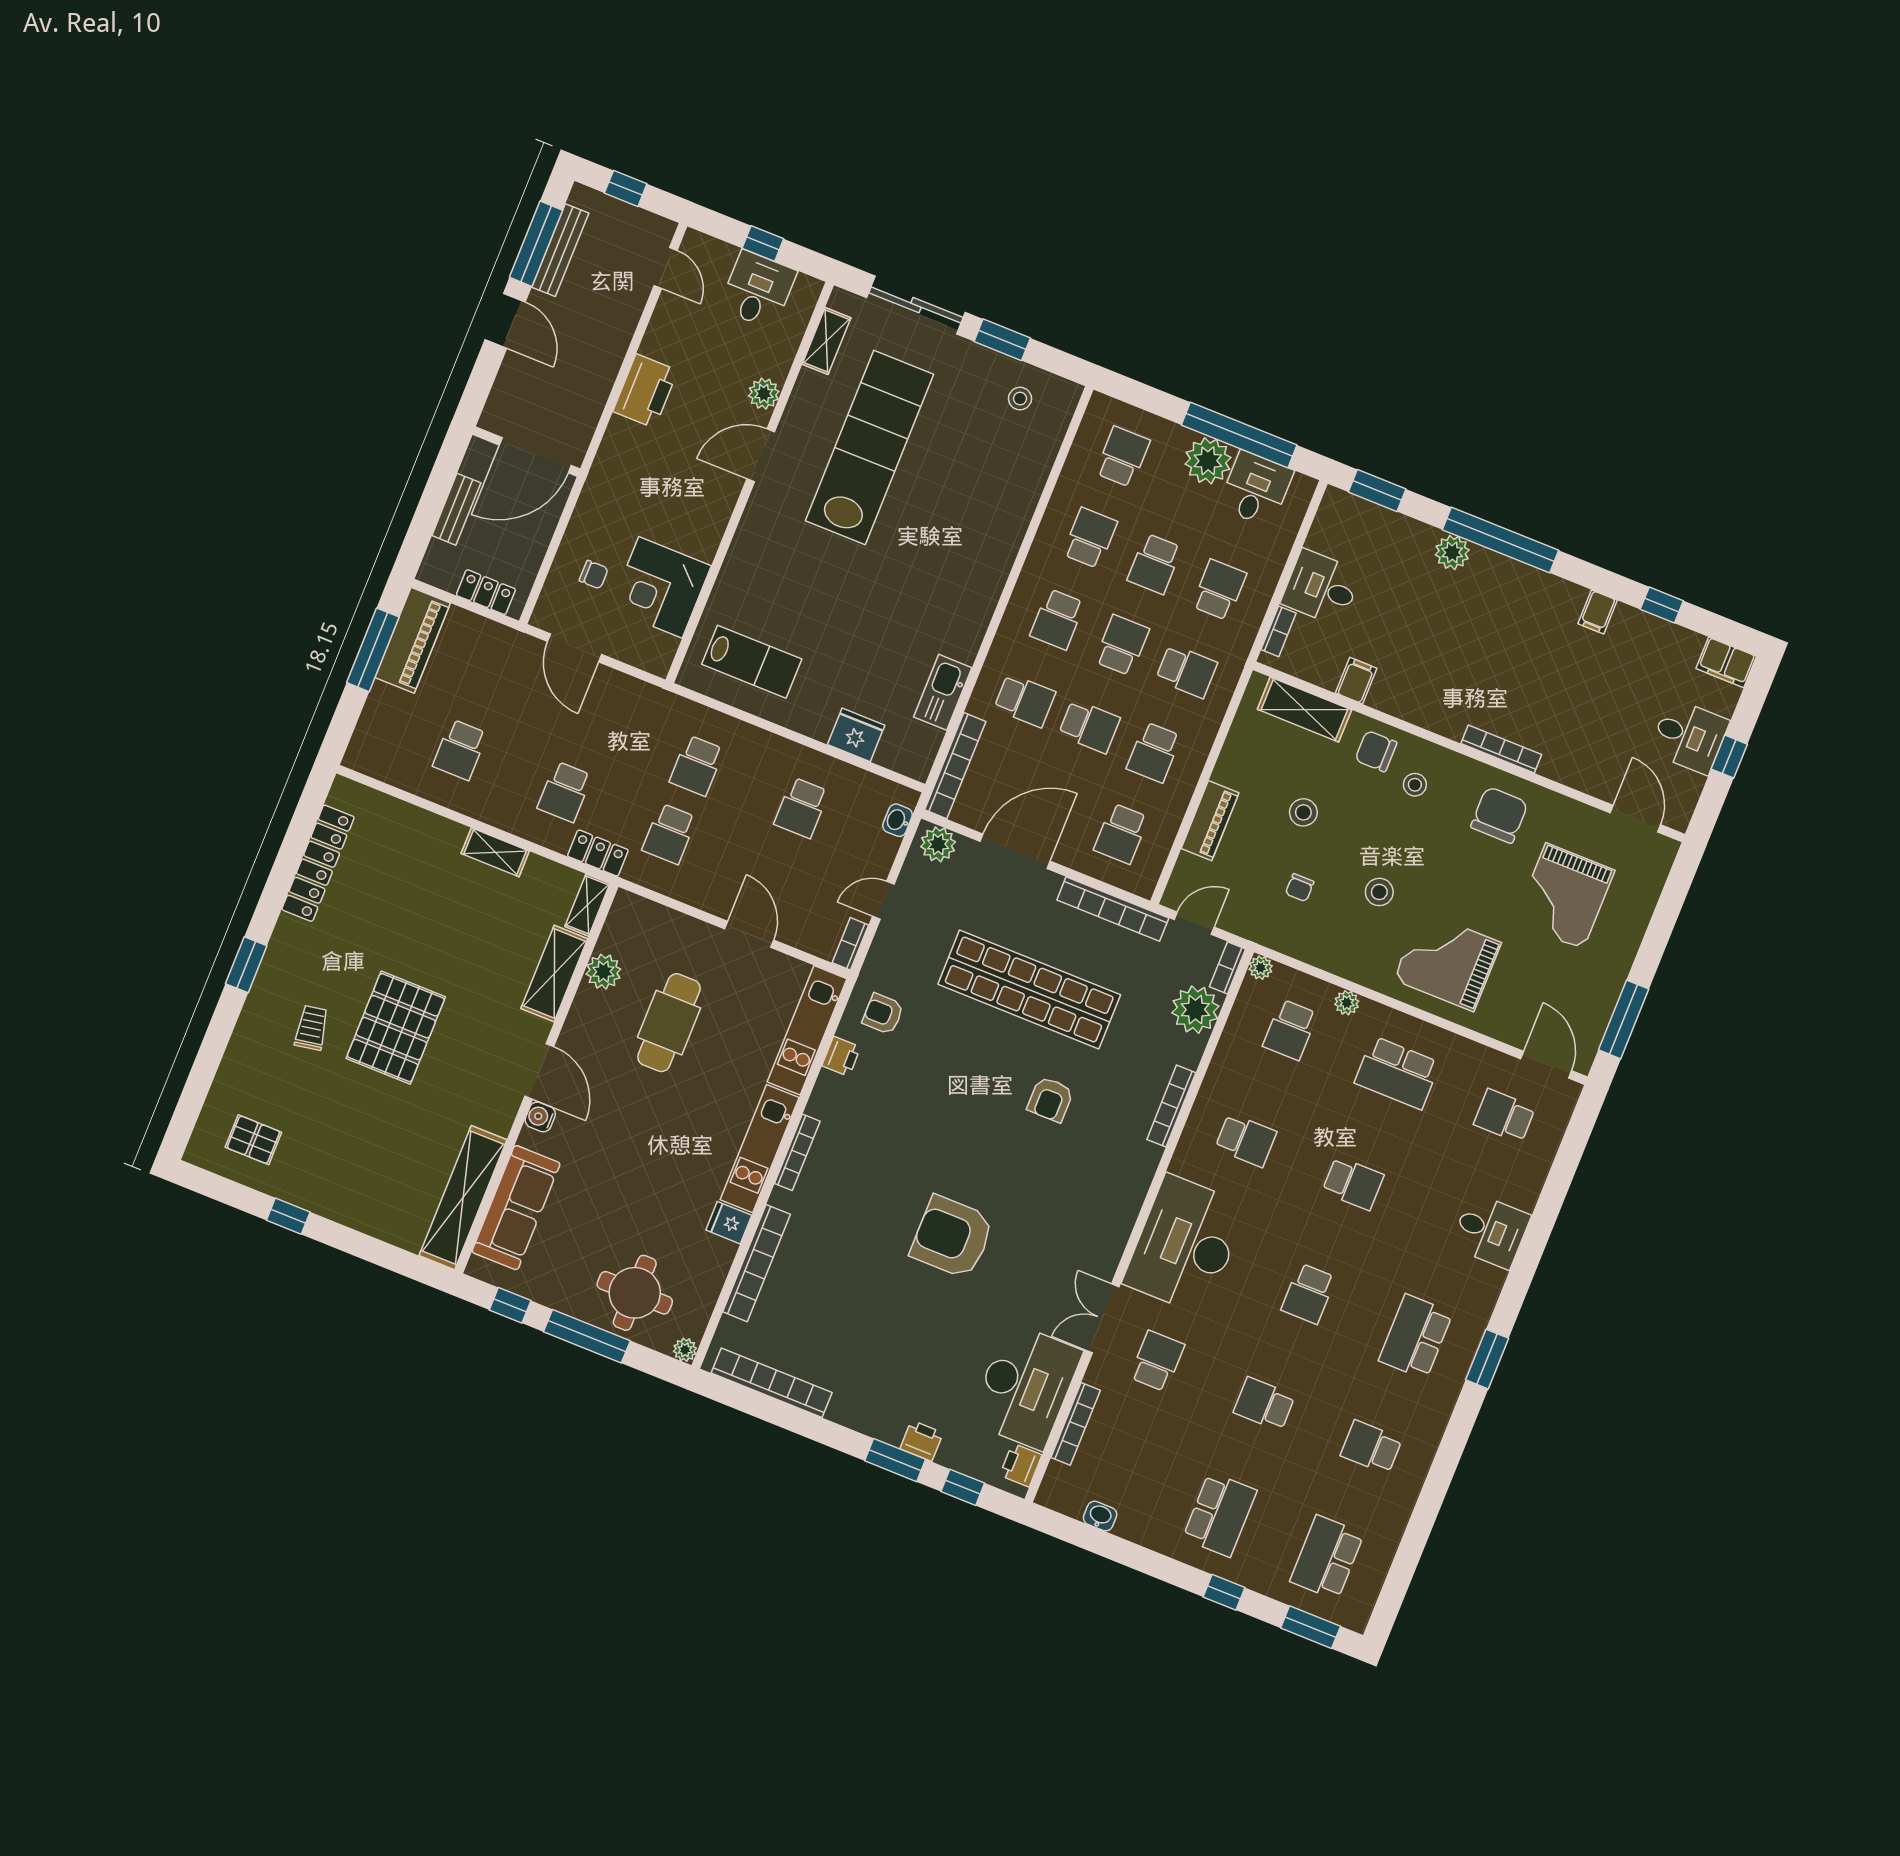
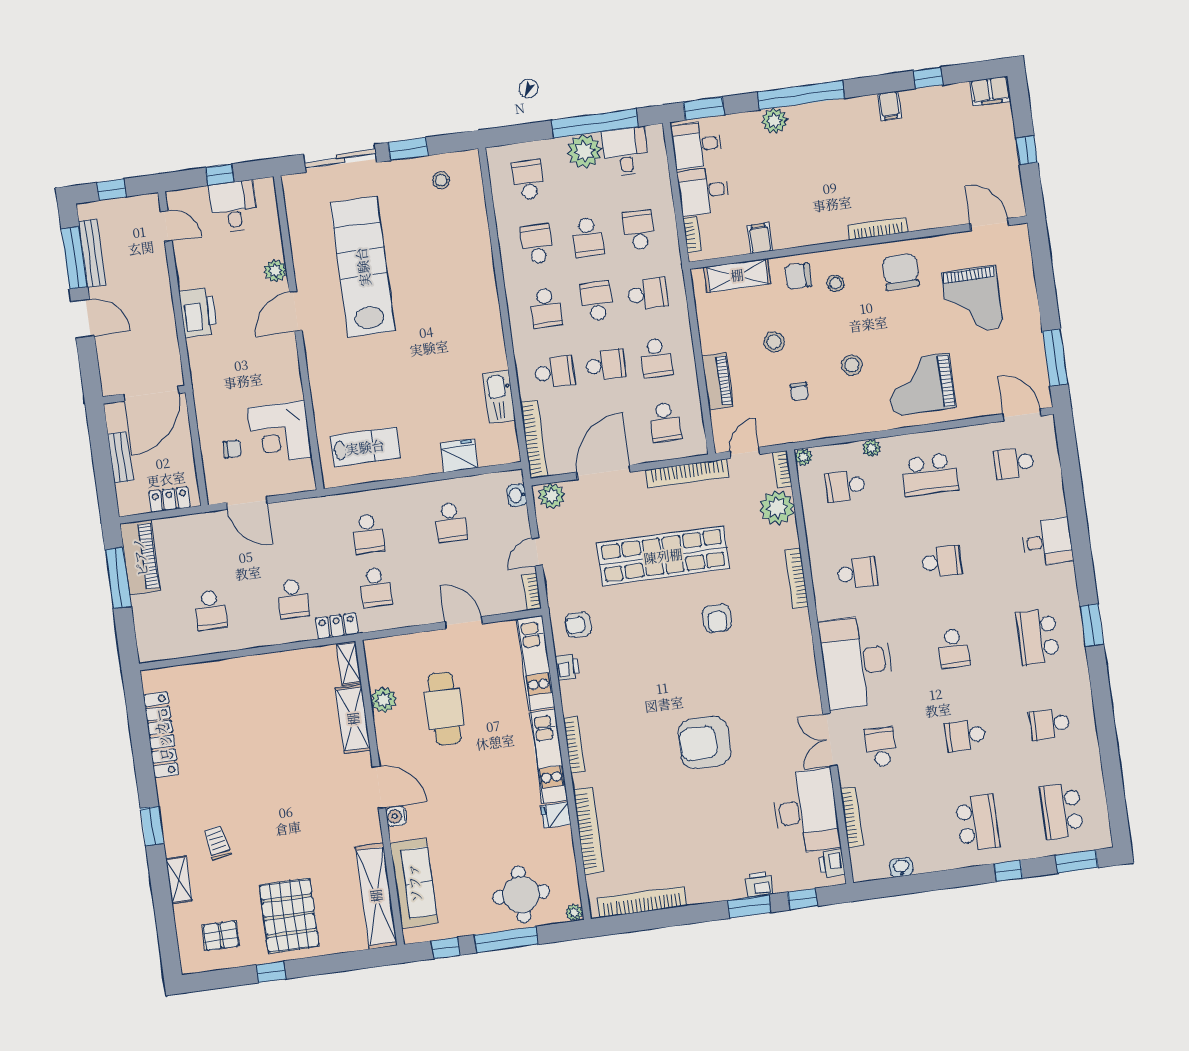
shelving: (827, 341) -> (296, 214), removed
desk: (1689, 736) -> (697, 145), moved, turned 180
shelving: (495, 852) -> (179, 880), moved, turned 90
pallet: (396, 1028) -> (289, 916), moved
school desk: (1290, 1030) -> (845, 486), turned 90

